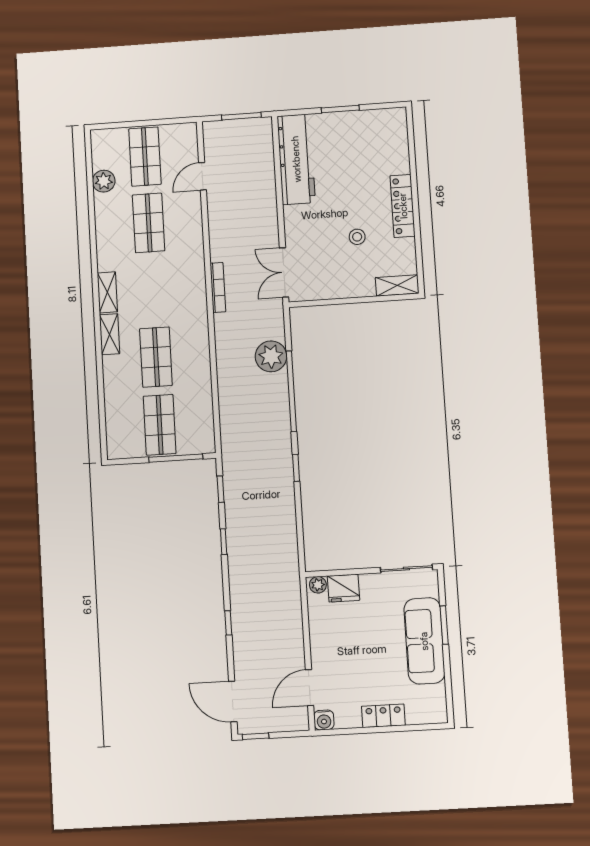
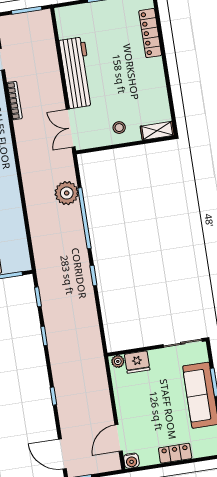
workbench: (296, 159) -> (77, 73), moved
locker: (403, 206) -> (150, 33), moved
stool: (357, 237) -> (119, 128), moved
bookcase: (218, 287) -> (15, 101), moved

